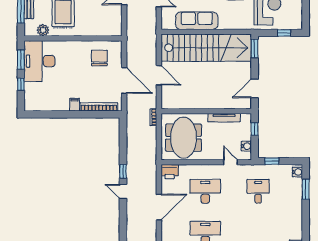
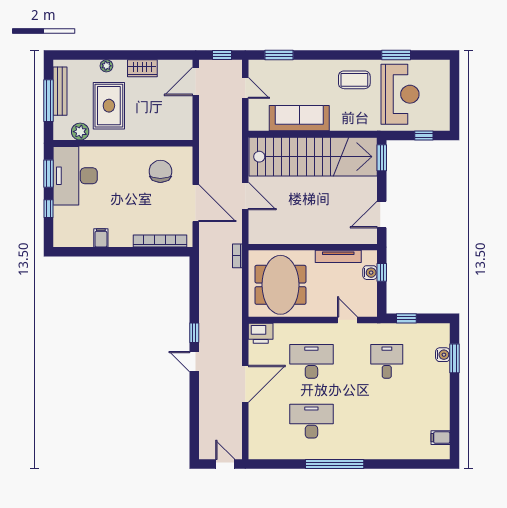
filing cabinet: (75, 105) -> (101, 238), moved
water cooler: (246, 146) -> (370, 273), moved
water cooler: (297, 172) -> (443, 355), moved

